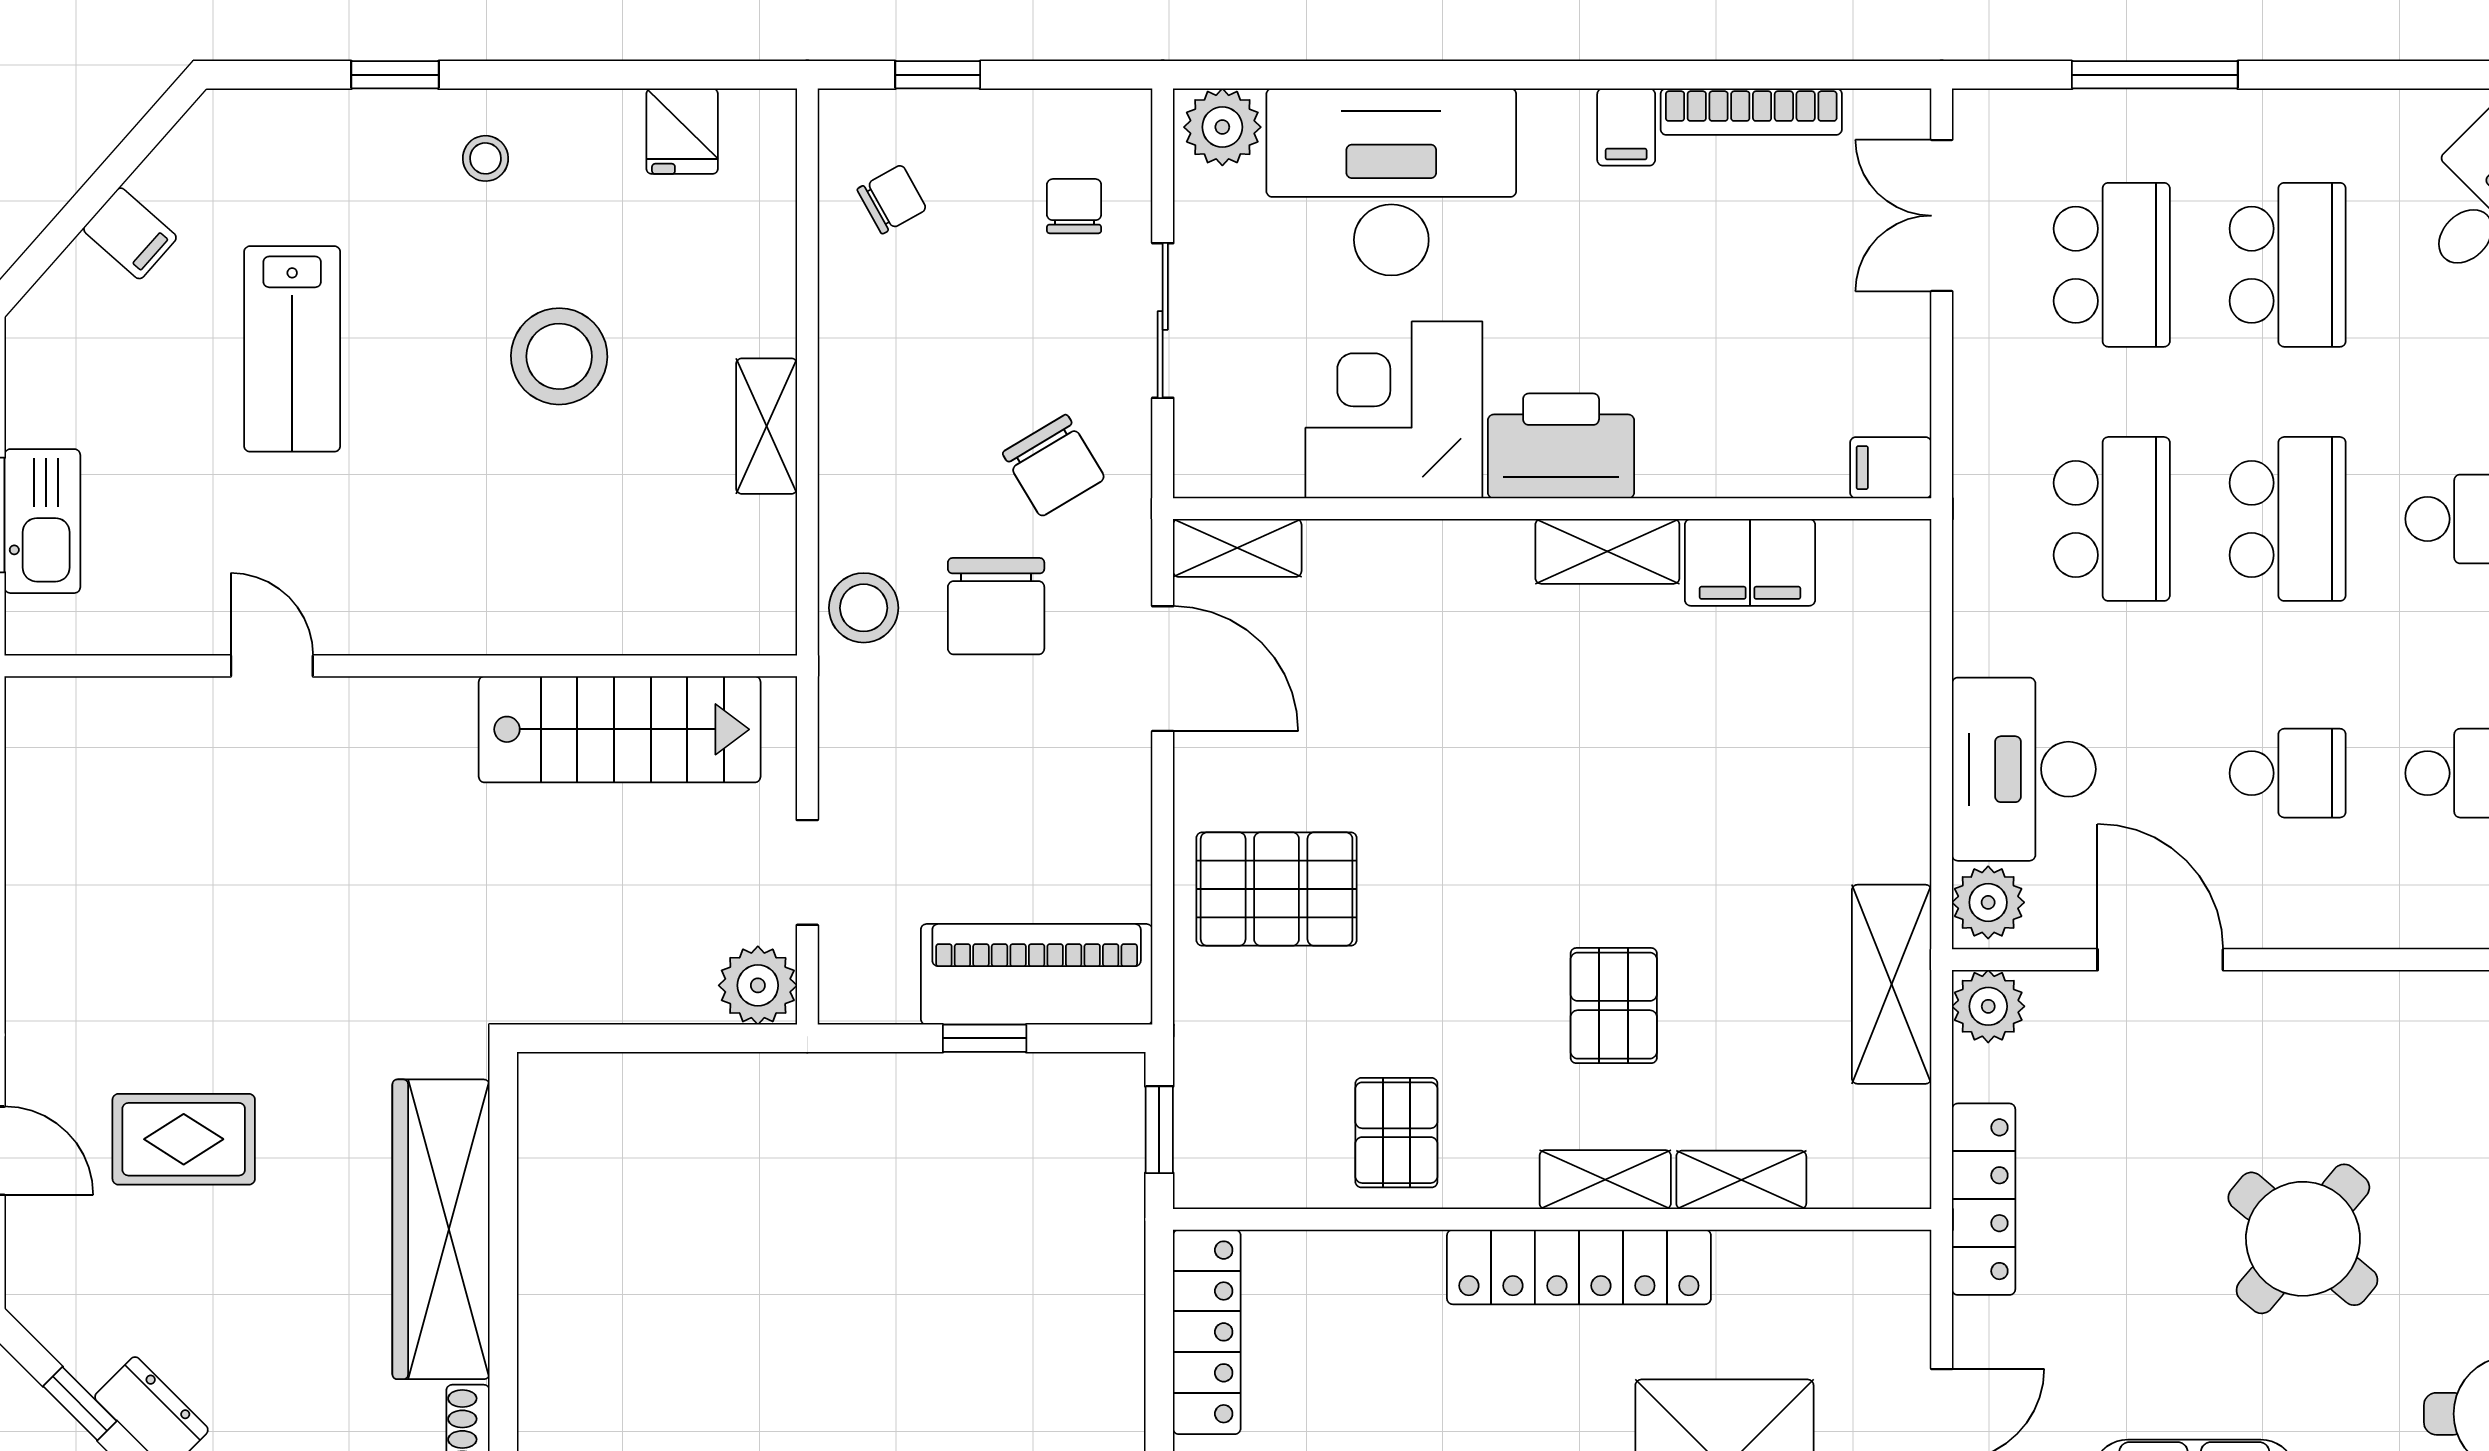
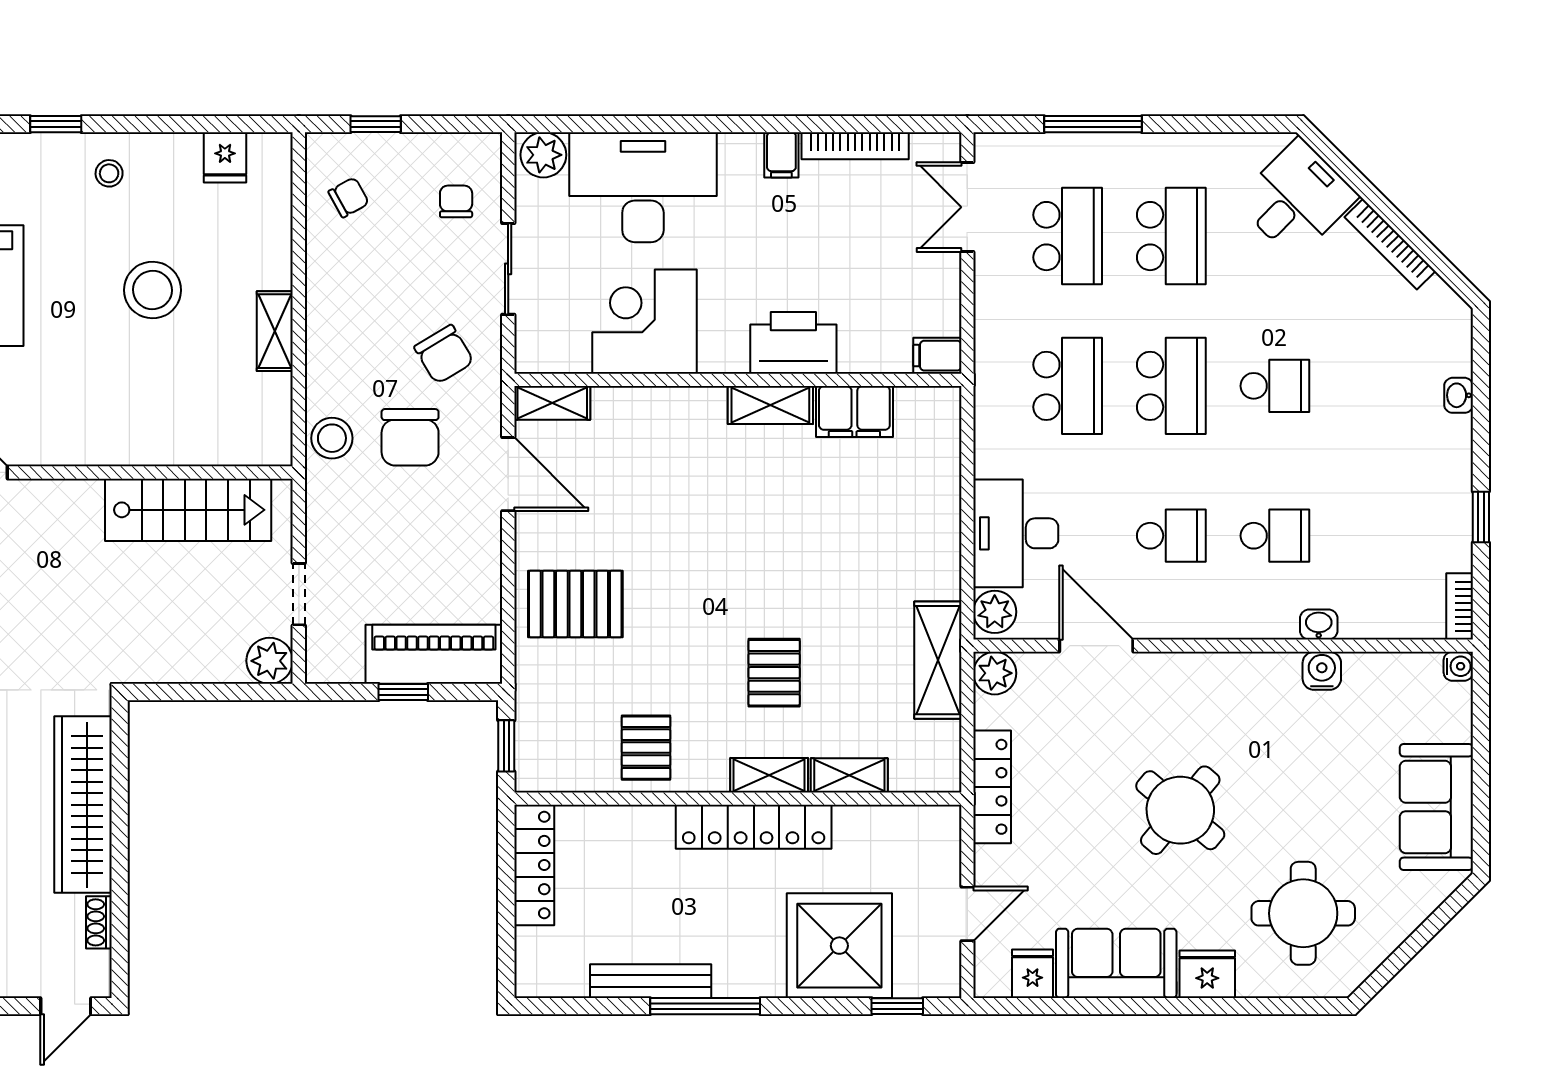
printer: (1561, 446) -> (793, 343), moved

